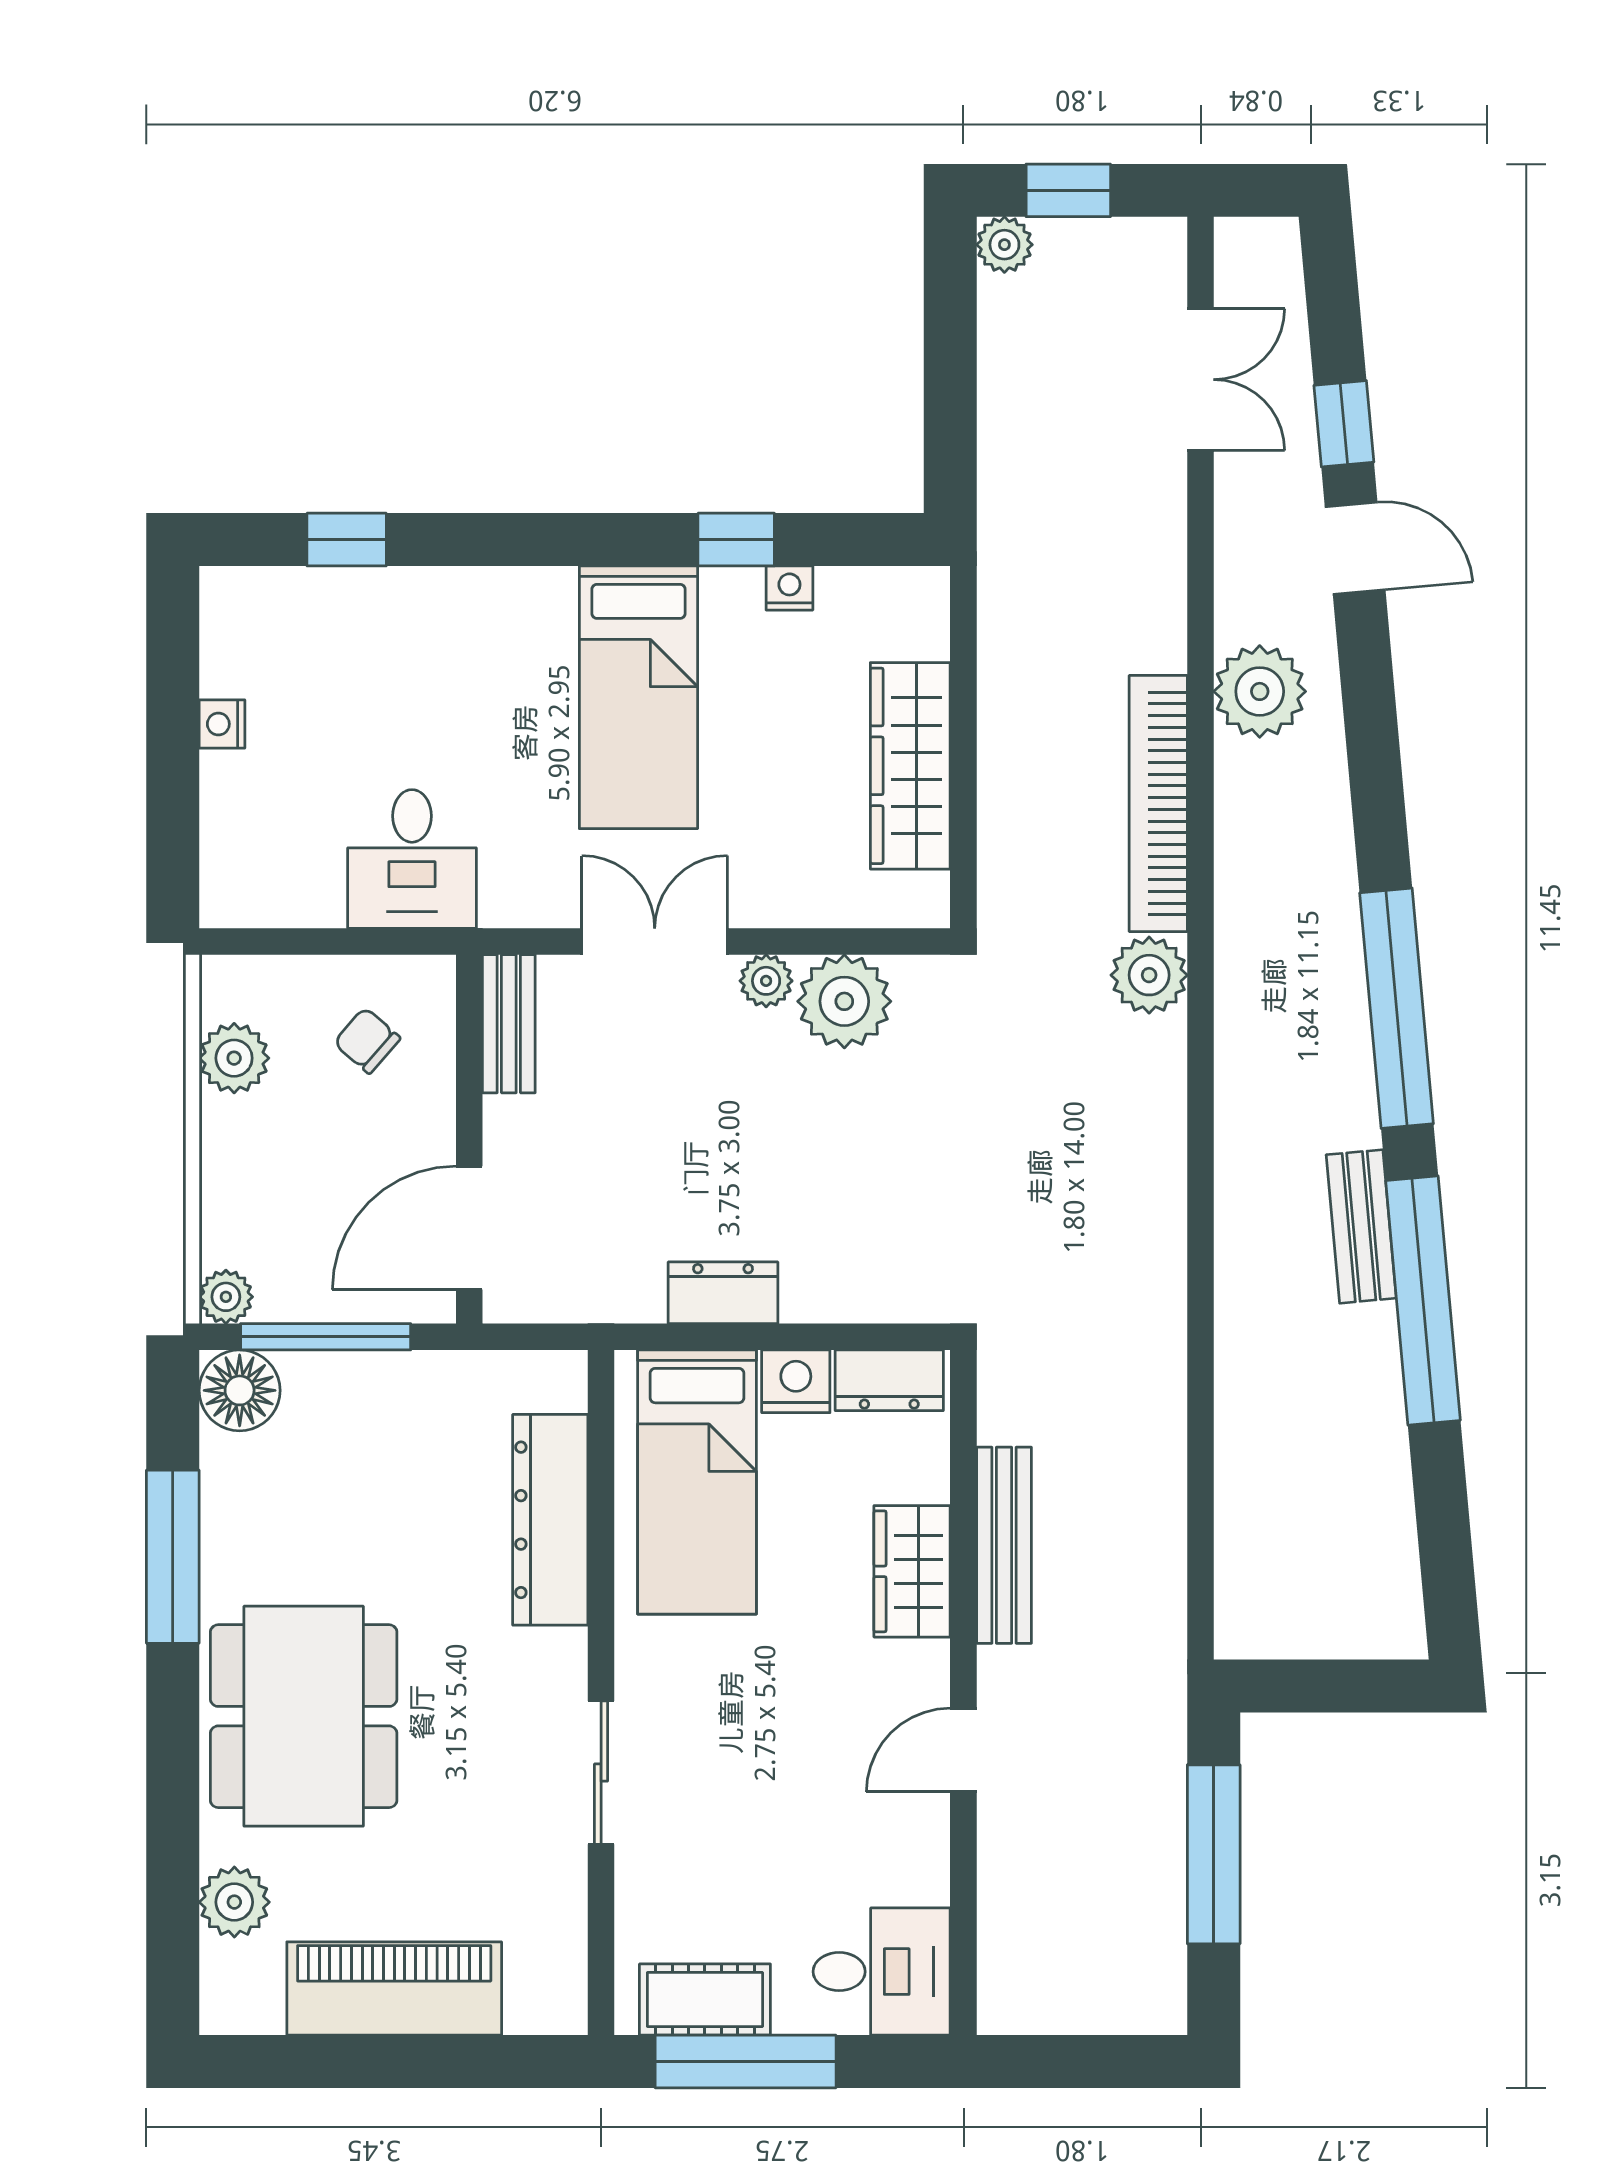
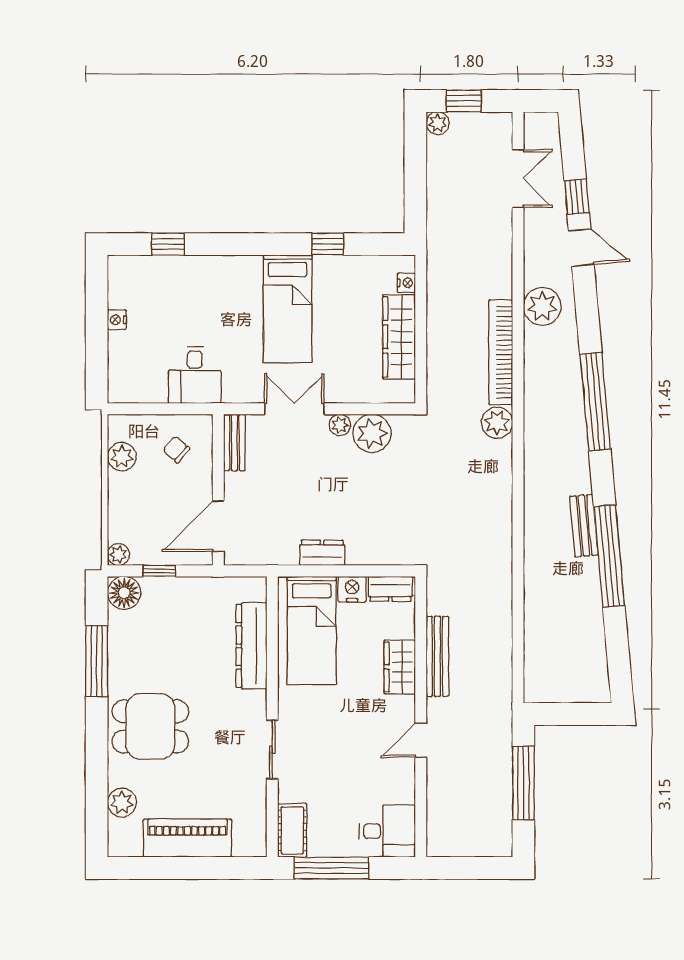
nightstand: (789, 588) -> (406, 283), moved, turned 90
window: (1397, 1008) -> (595, 402), moved
window: (326, 1337) -> (159, 571), width x0.46
dining table: (304, 1716) -> (150, 726), width x0.73
cot: (705, 2000) -> (292, 830), moved, turned 90

